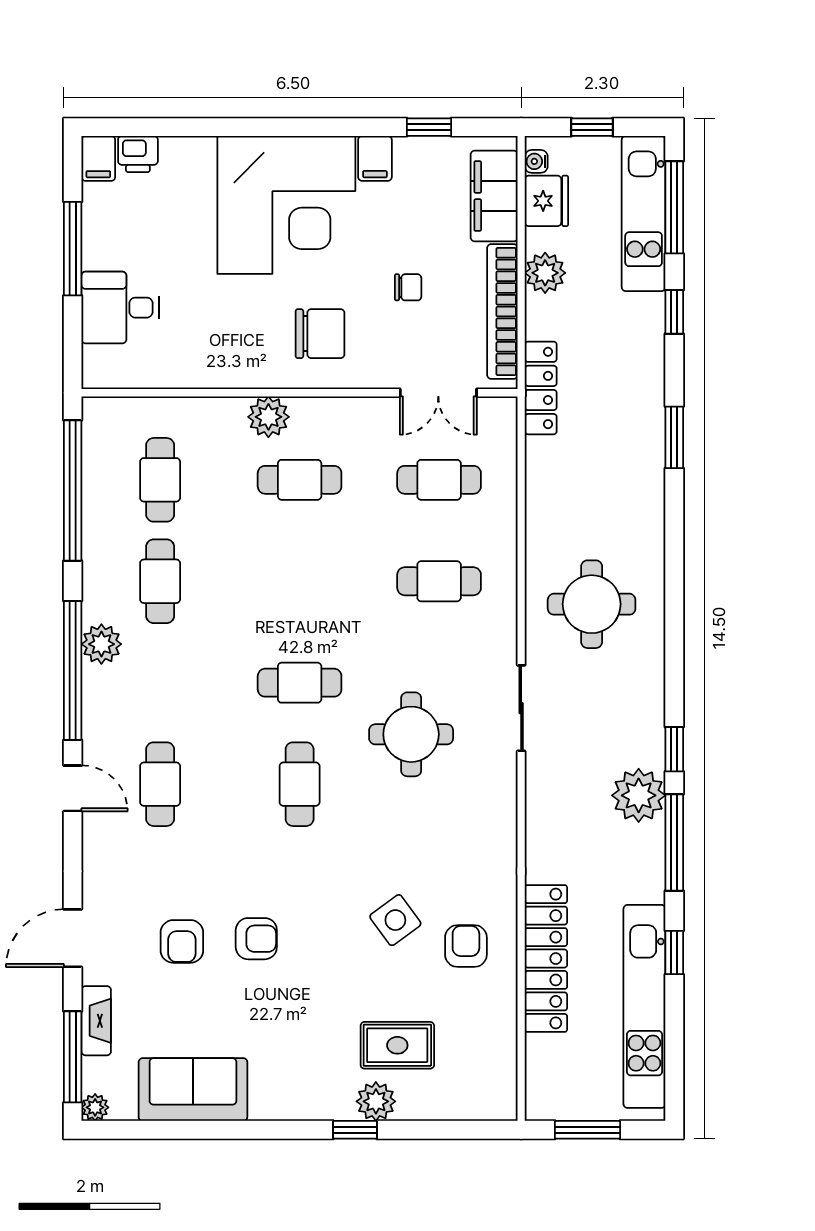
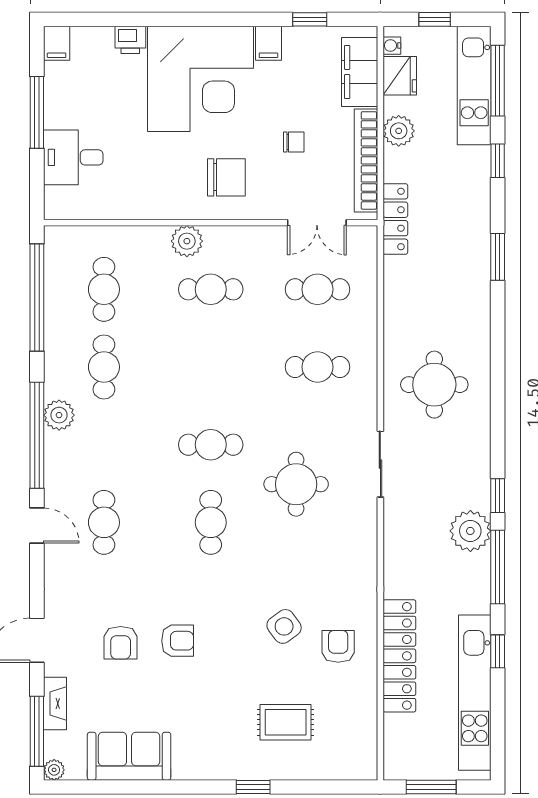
printer: (138, 154) -> (130, 40), moved
plant: (376, 1101) -> (269, 765), removed

